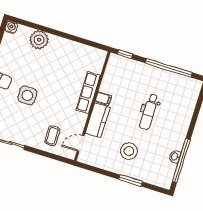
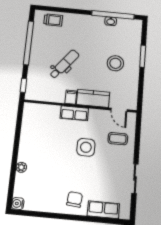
plant: (39, 40) -> (21, 167), width x0.53, depth x0.53
row of seats: (88, 92) -> (74, 113), width x0.68
side table: (27, 95) -> (86, 147), moved
trolley: (188, 98) -> (53, 20), added
dental chair: (149, 112) -> (64, 64), moved, turned -52

